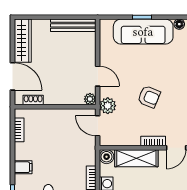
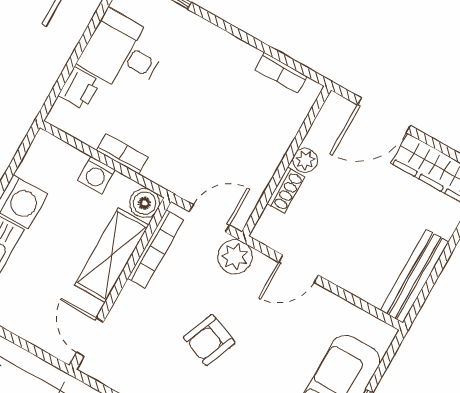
plant: (90, 99) -> (305, 160), moved
shoe rack: (33, 100) -> (286, 190), moved
bookcase: (153, 141) -> (156, 249), moved, width x1.56
filing cabinet: (23, 167) -> (210, 42), removed

